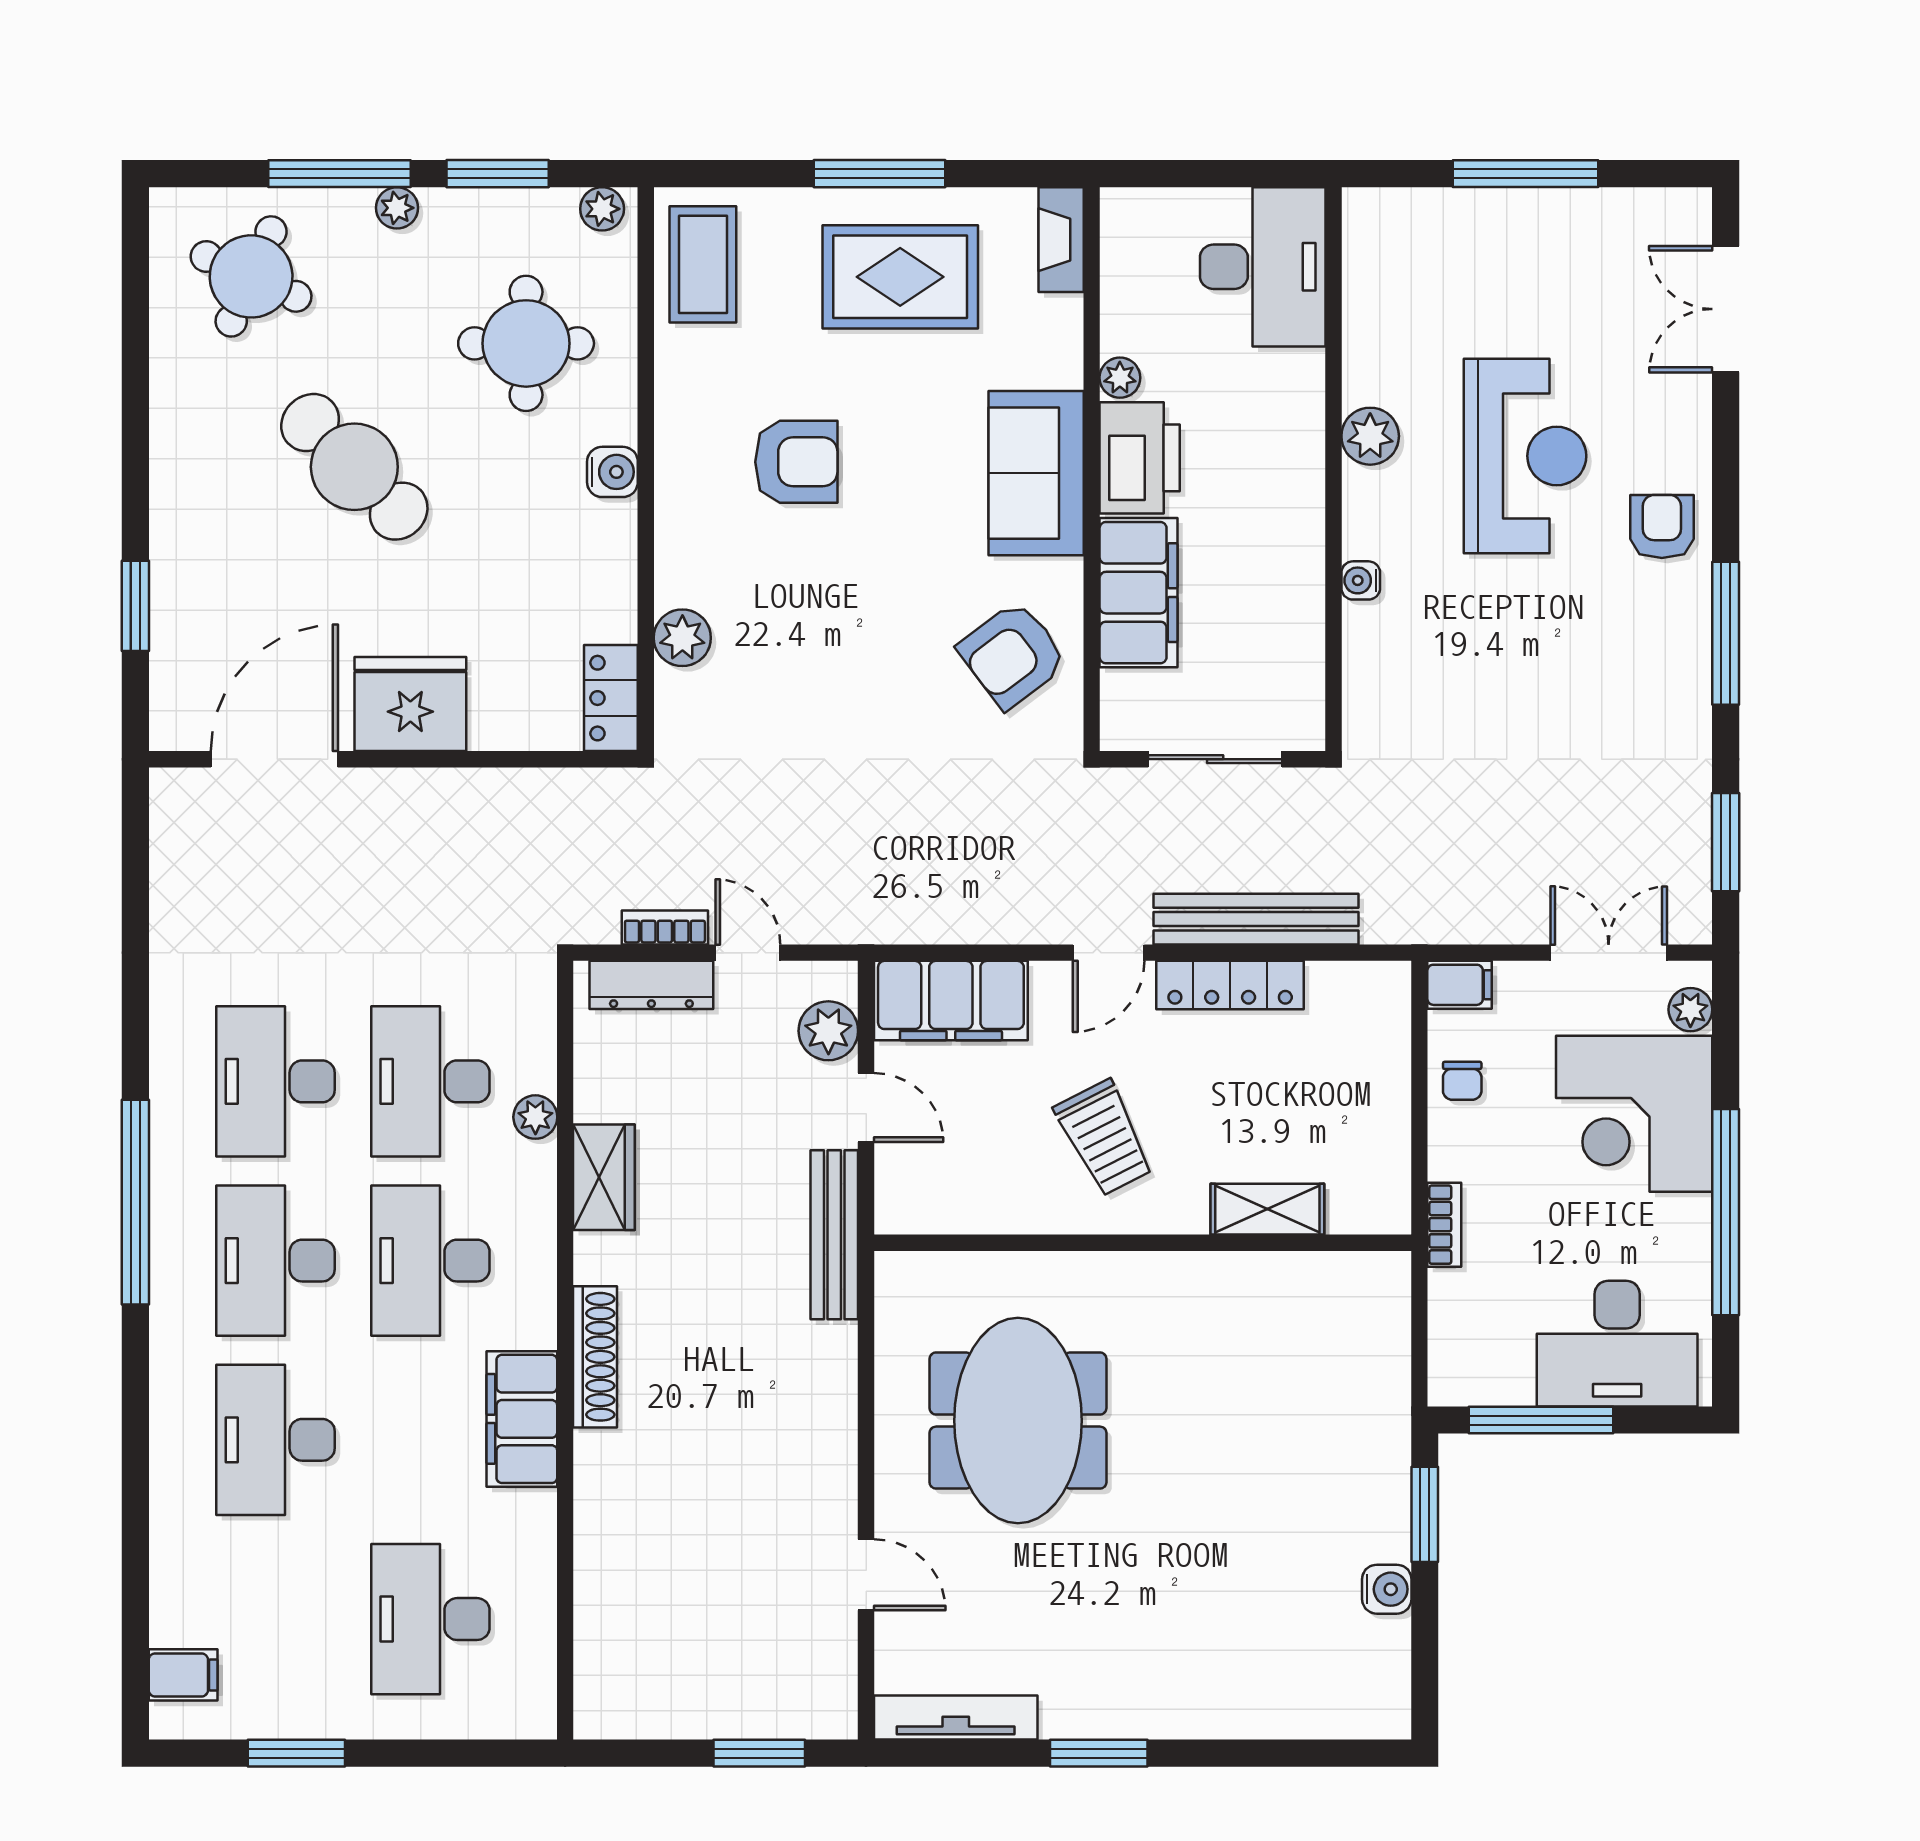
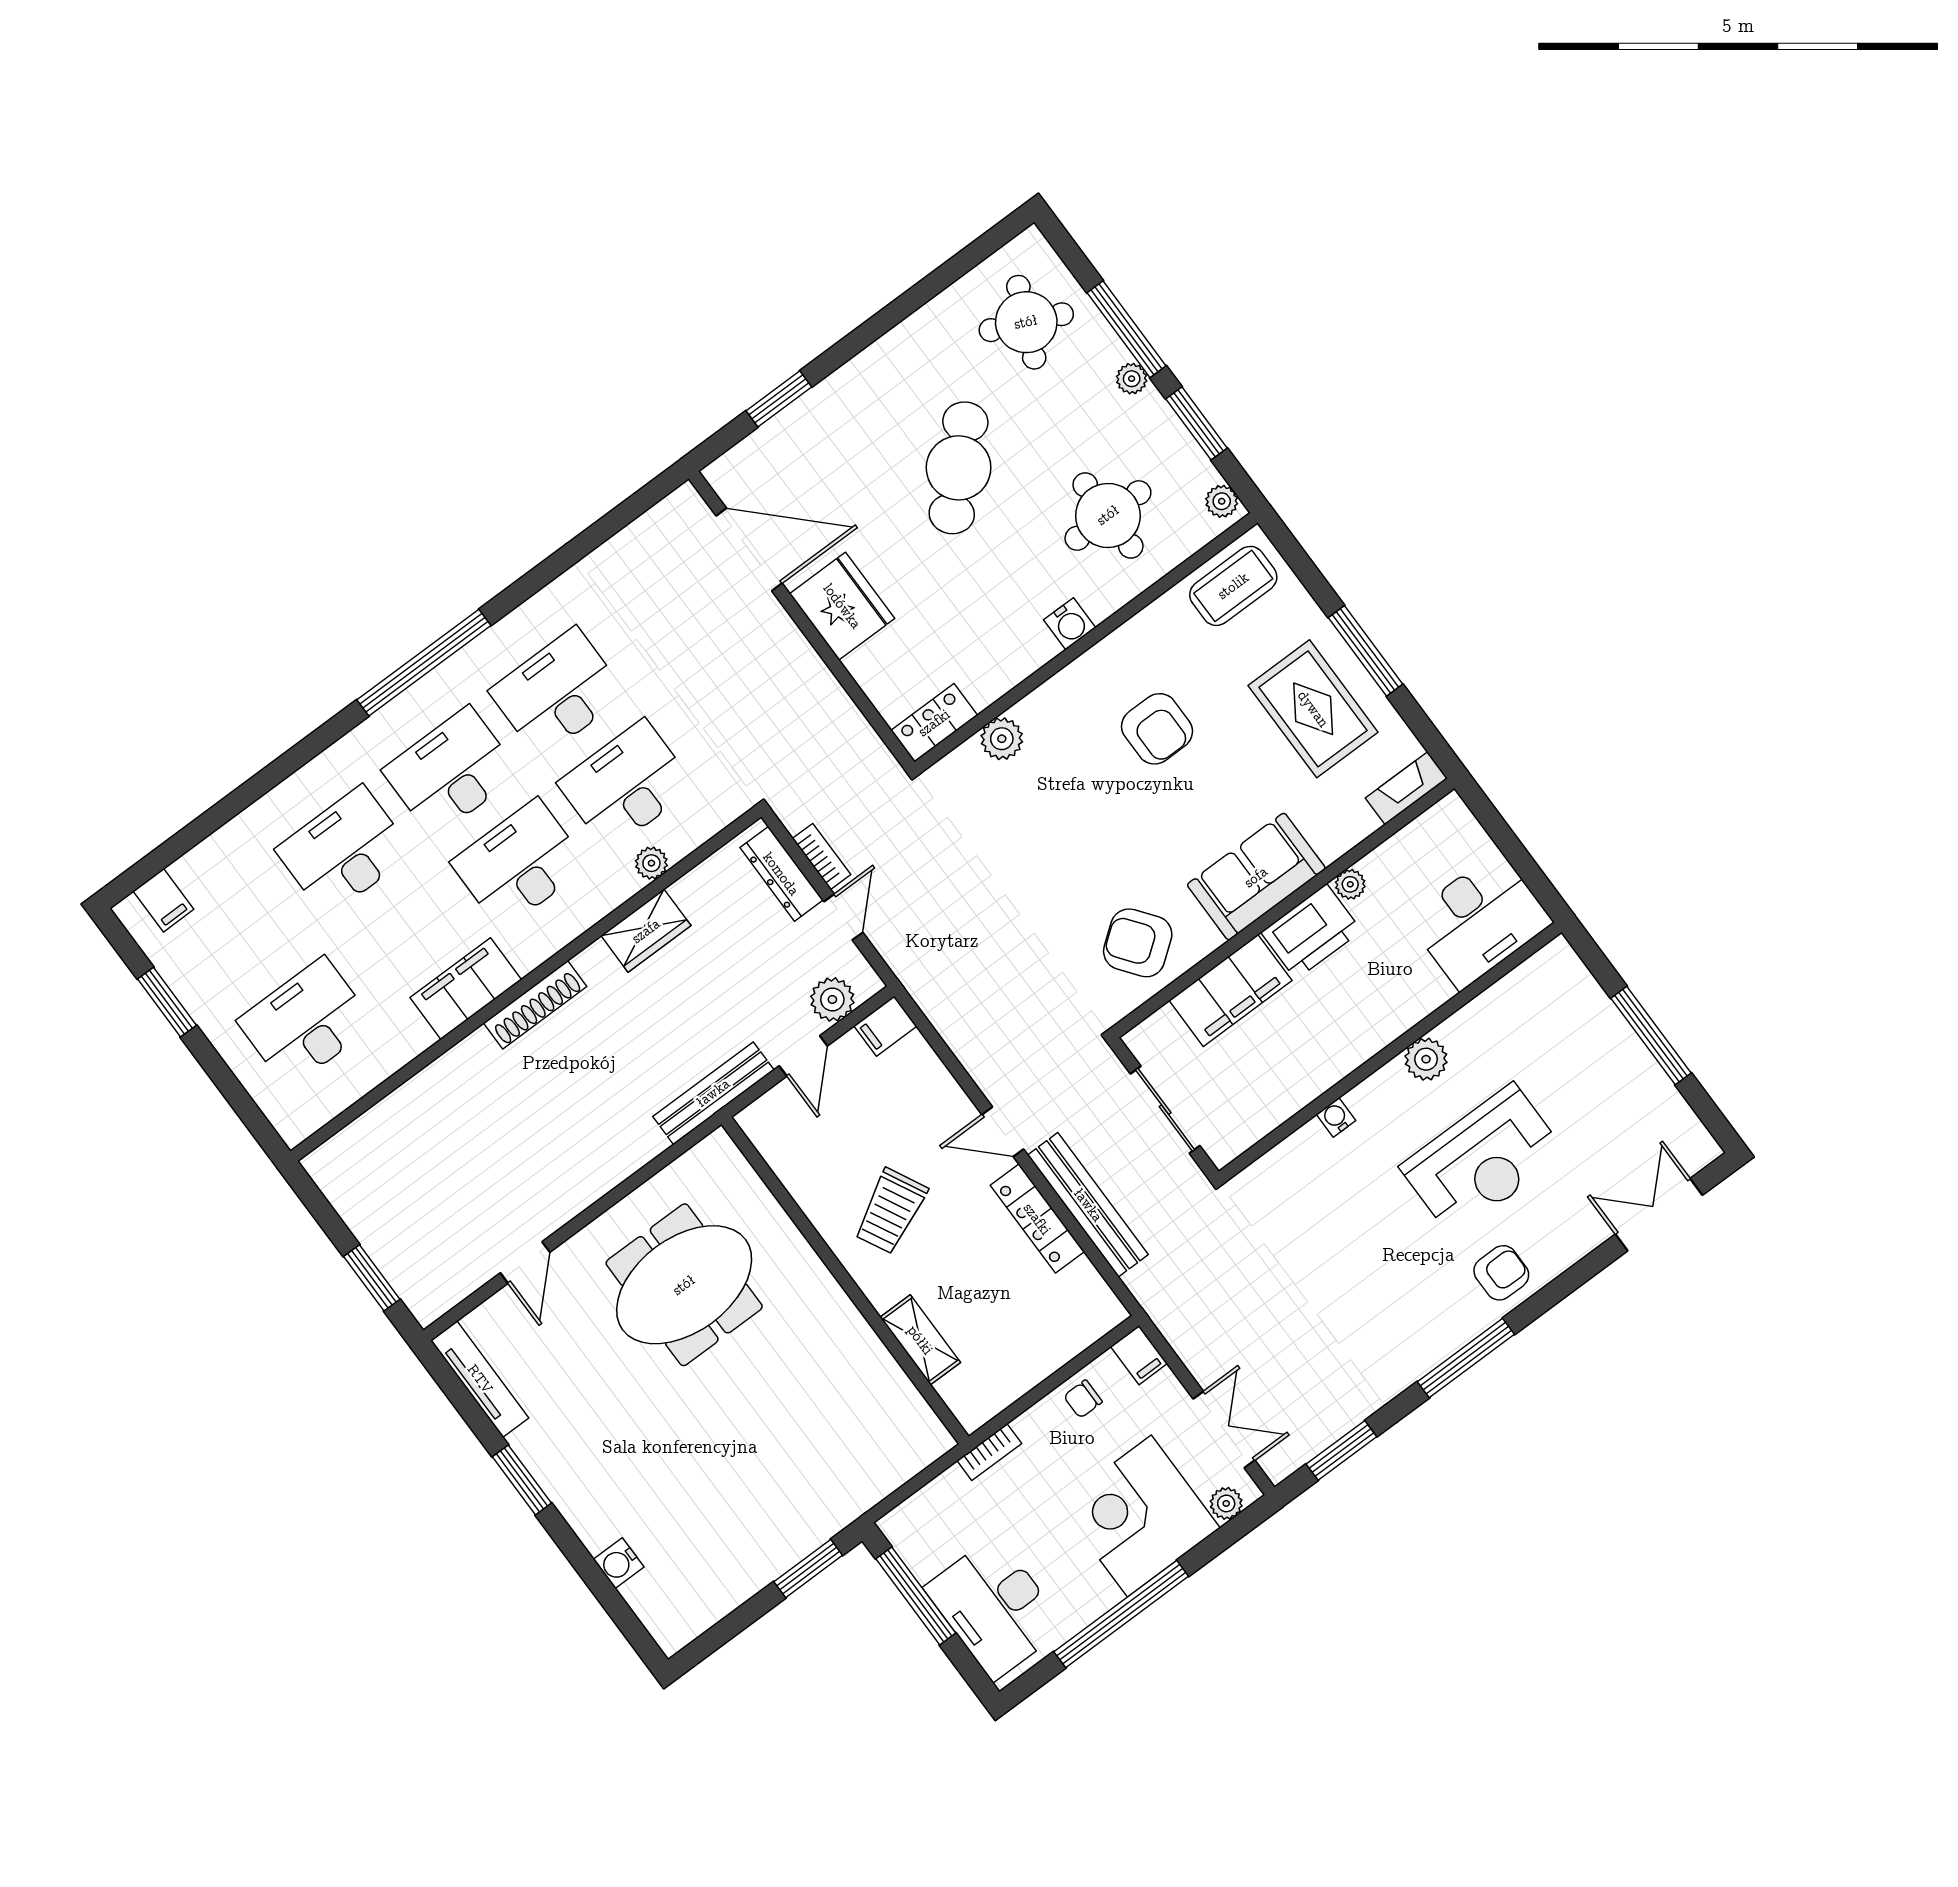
filing cabinet: (951, 1001) -> (885, 1026), width x0.33, depth x0.86
water cooler: (1387, 1589) -> (619, 1563), moved, turned 90

